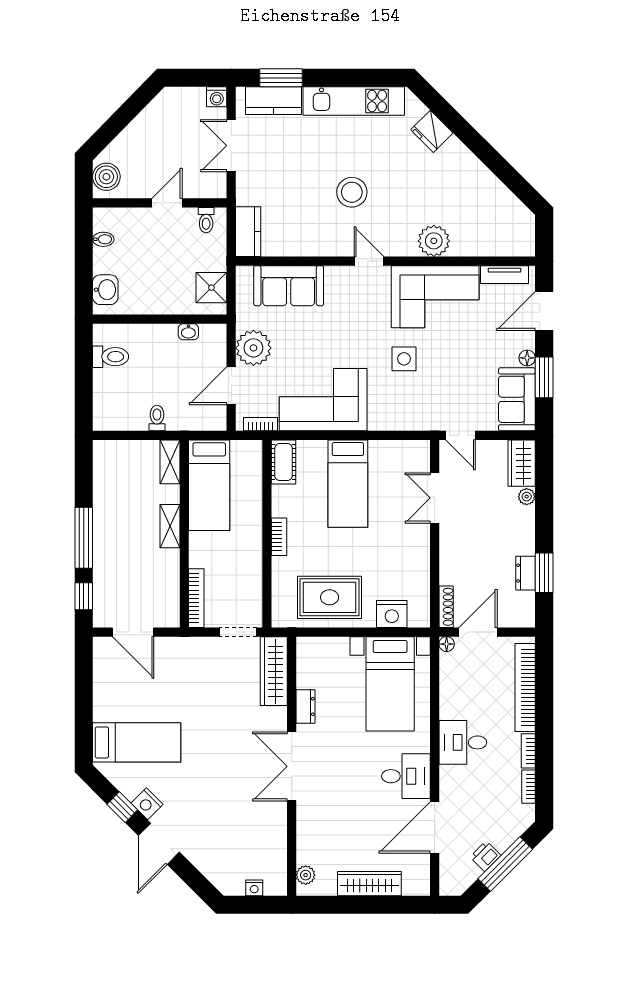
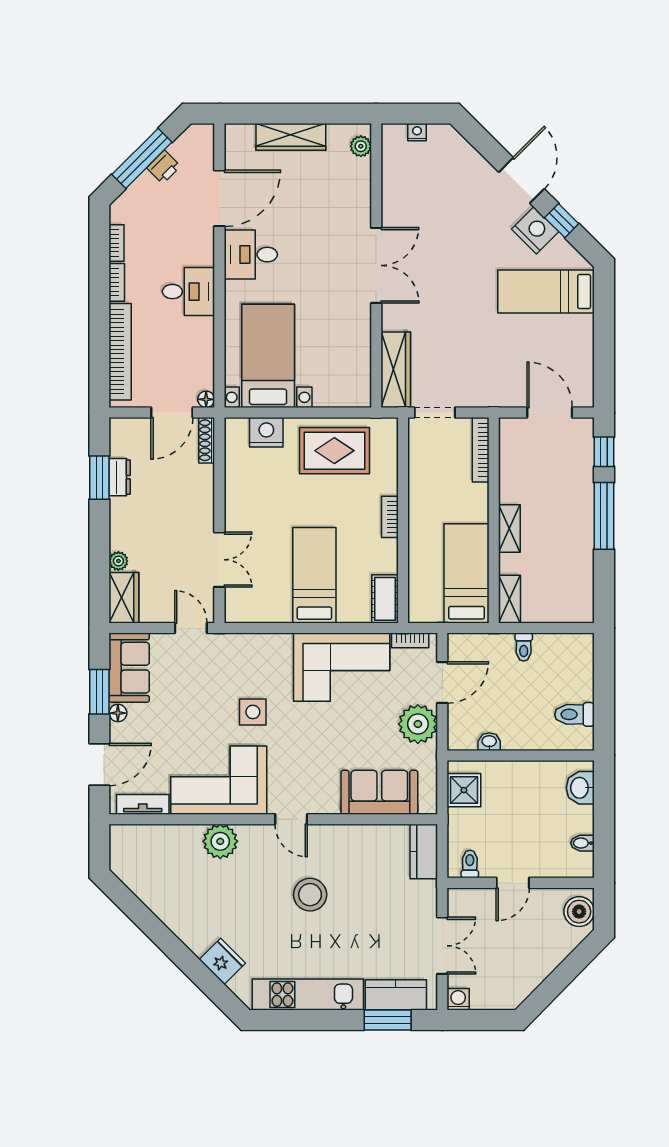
dresser: (306, 706) -> (361, 331), removed
nightstand: (147, 804) -> (535, 230), width x1.36, depth x1.33

